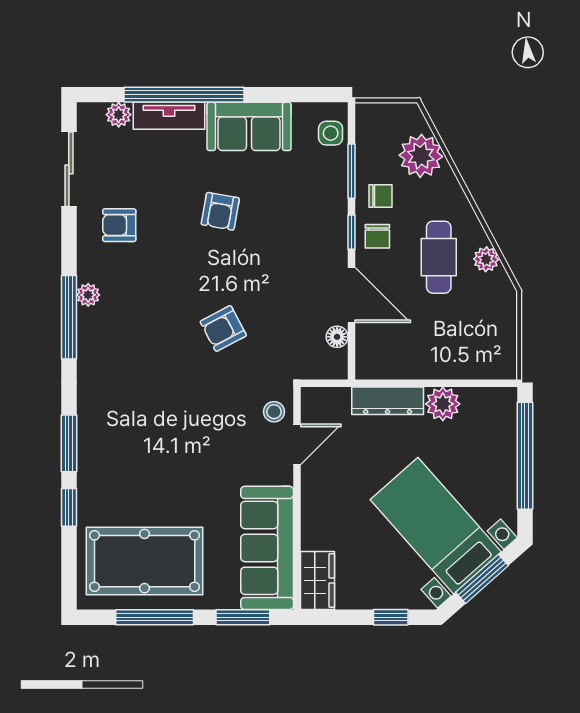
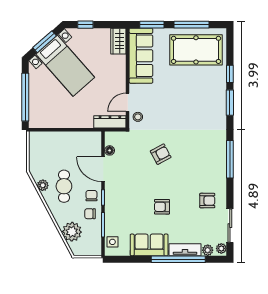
armchair: (220, 211) -> (162, 207), turned -100
plant: (88, 295) -> (221, 248), moved
dresser: (388, 401) -> (110, 122), moved
plant: (443, 404) -> (62, 120), removed

